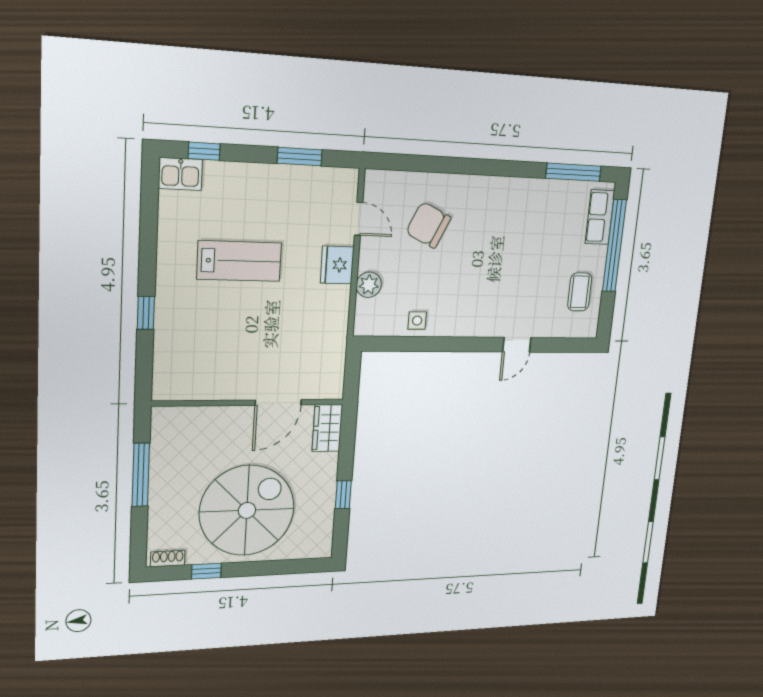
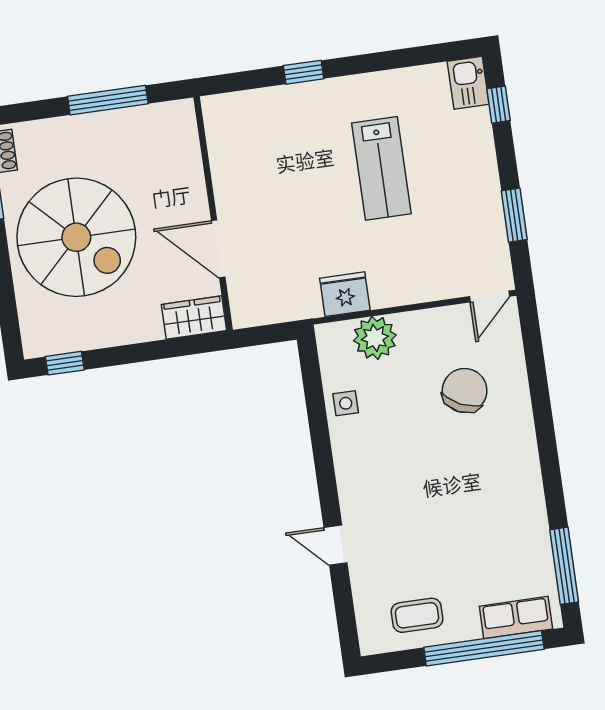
door: (359, 219) -> (489, 296), moved
fridge: (337, 265) -> (345, 294), moved
plant: (369, 285) -> (375, 338), width x1.36, depth x1.36
window: (343, 495) -> (65, 363), moved

